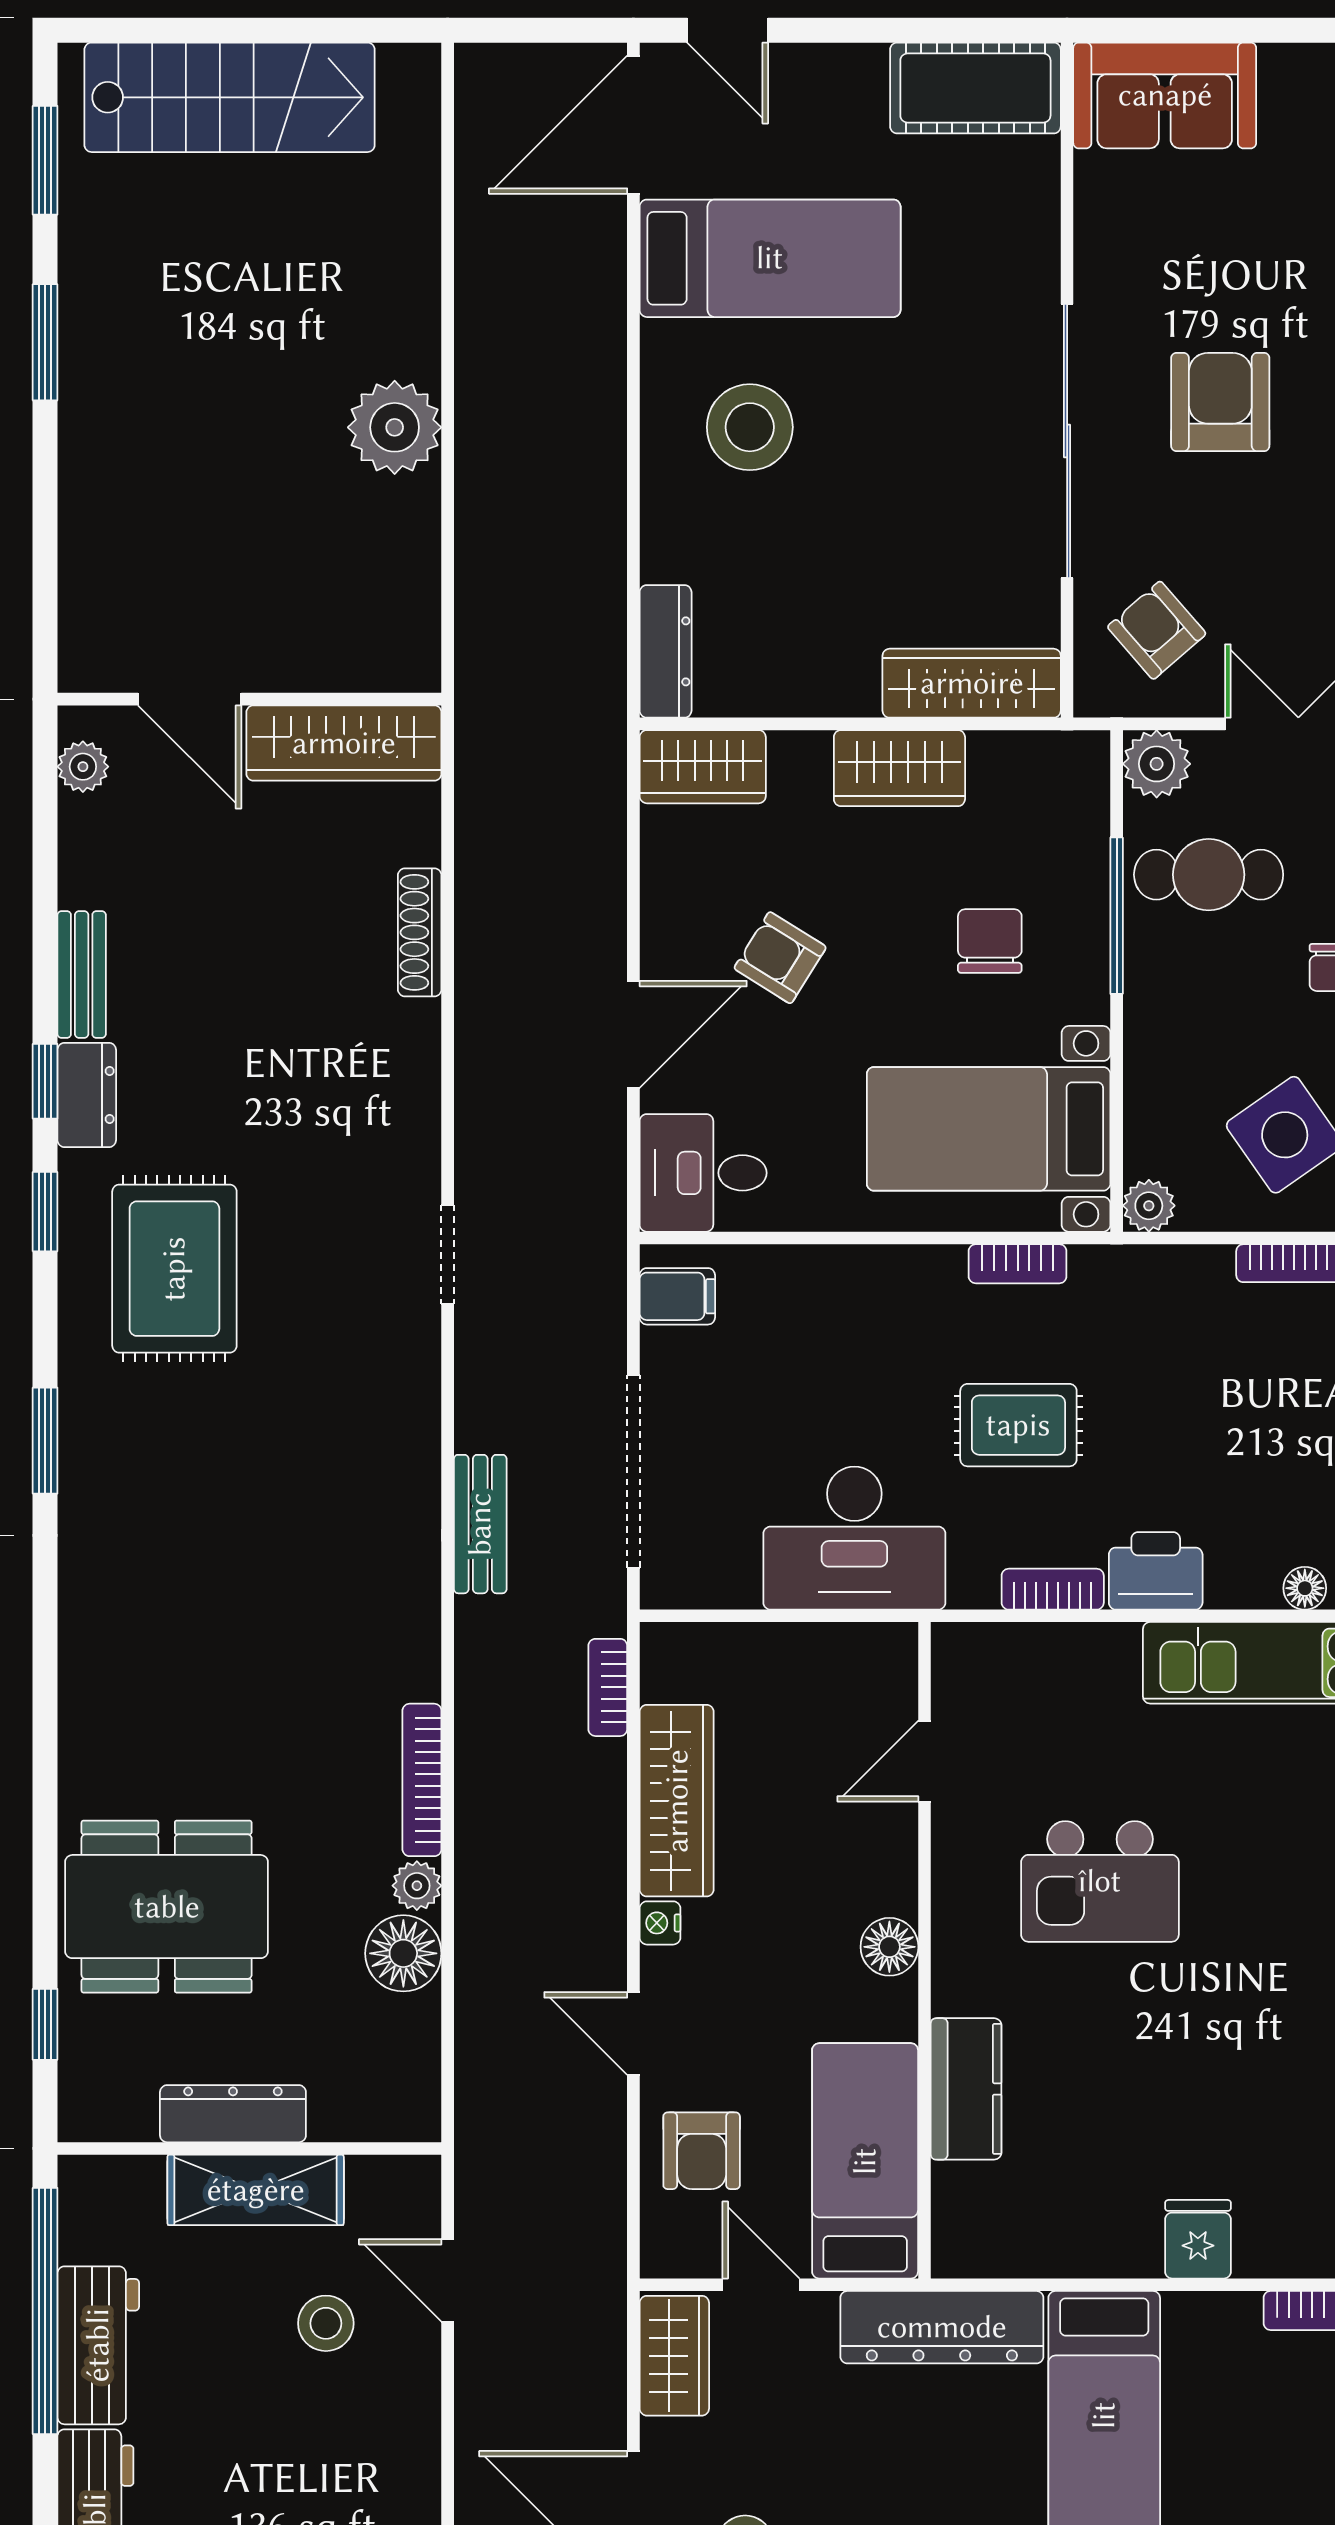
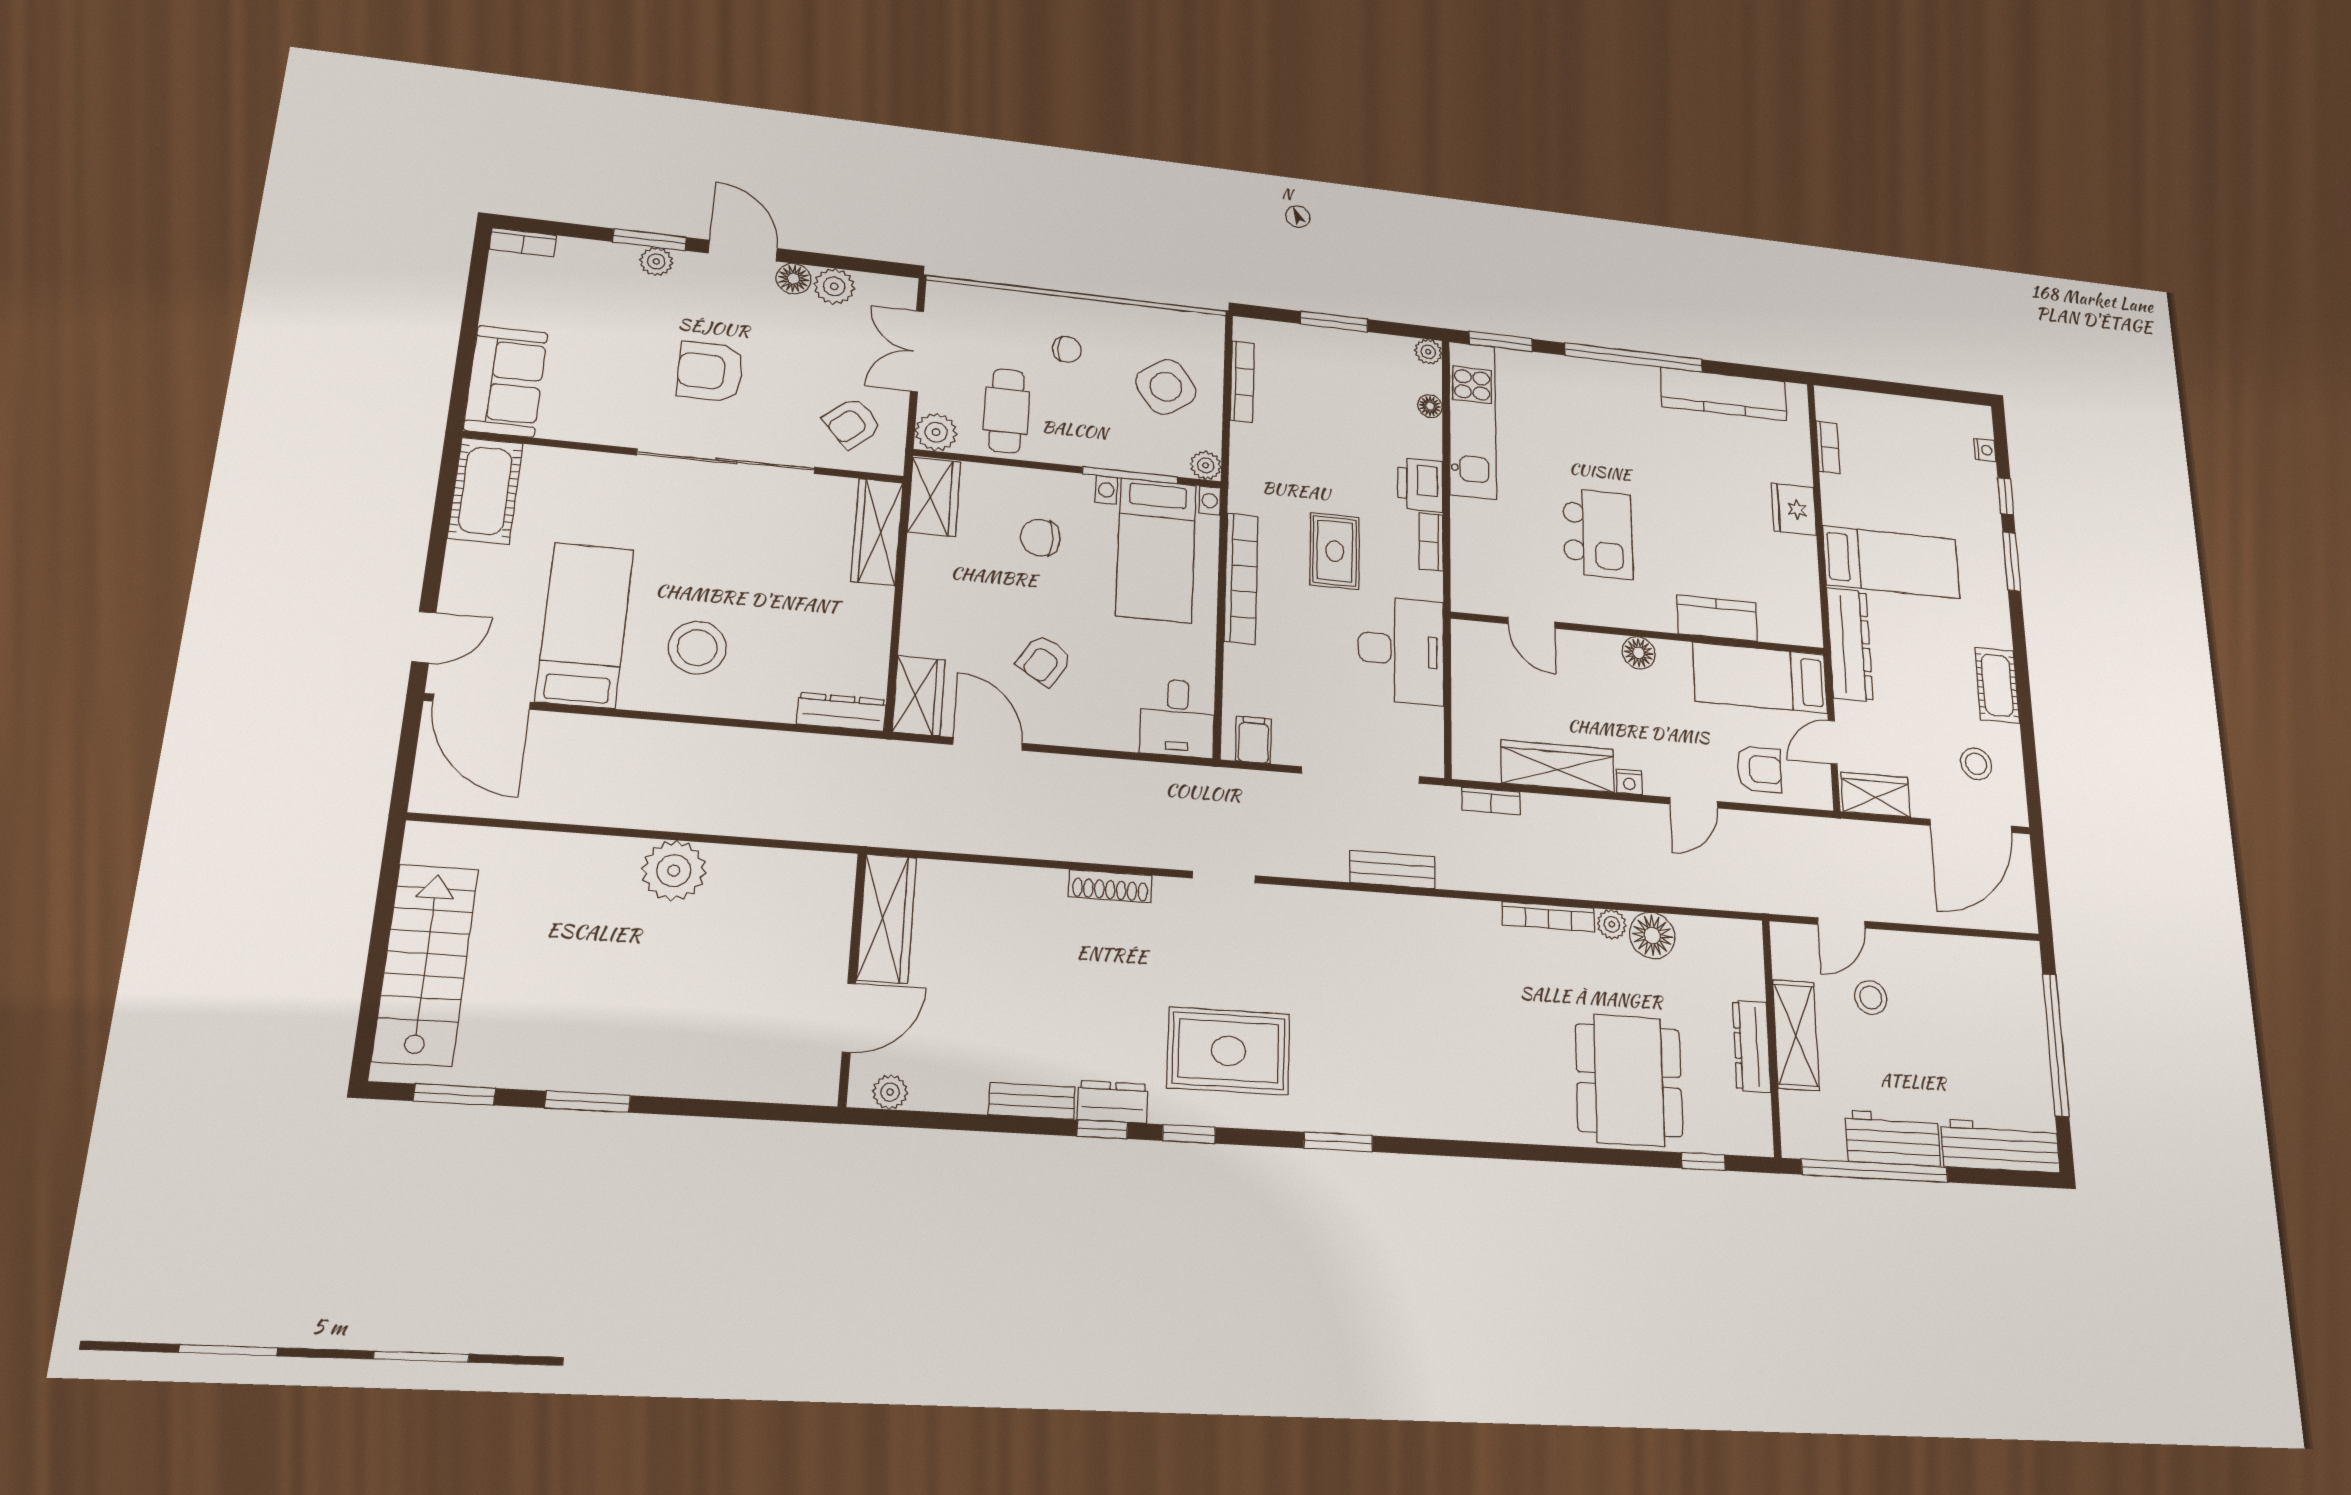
wardrobe: (899, 768) -> (934, 497), moved
window: (1117, 916) -> (1130, 475), moved
shoe rack: (420, 932) -> (1110, 886), moved
door: (633, 1034) -> (988, 744), moved
bookcase: (1018, 1264) -> (1241, 578), width x2.31, depth x1.31
fridge: (1198, 2239) -> (1794, 509), width x1.38

